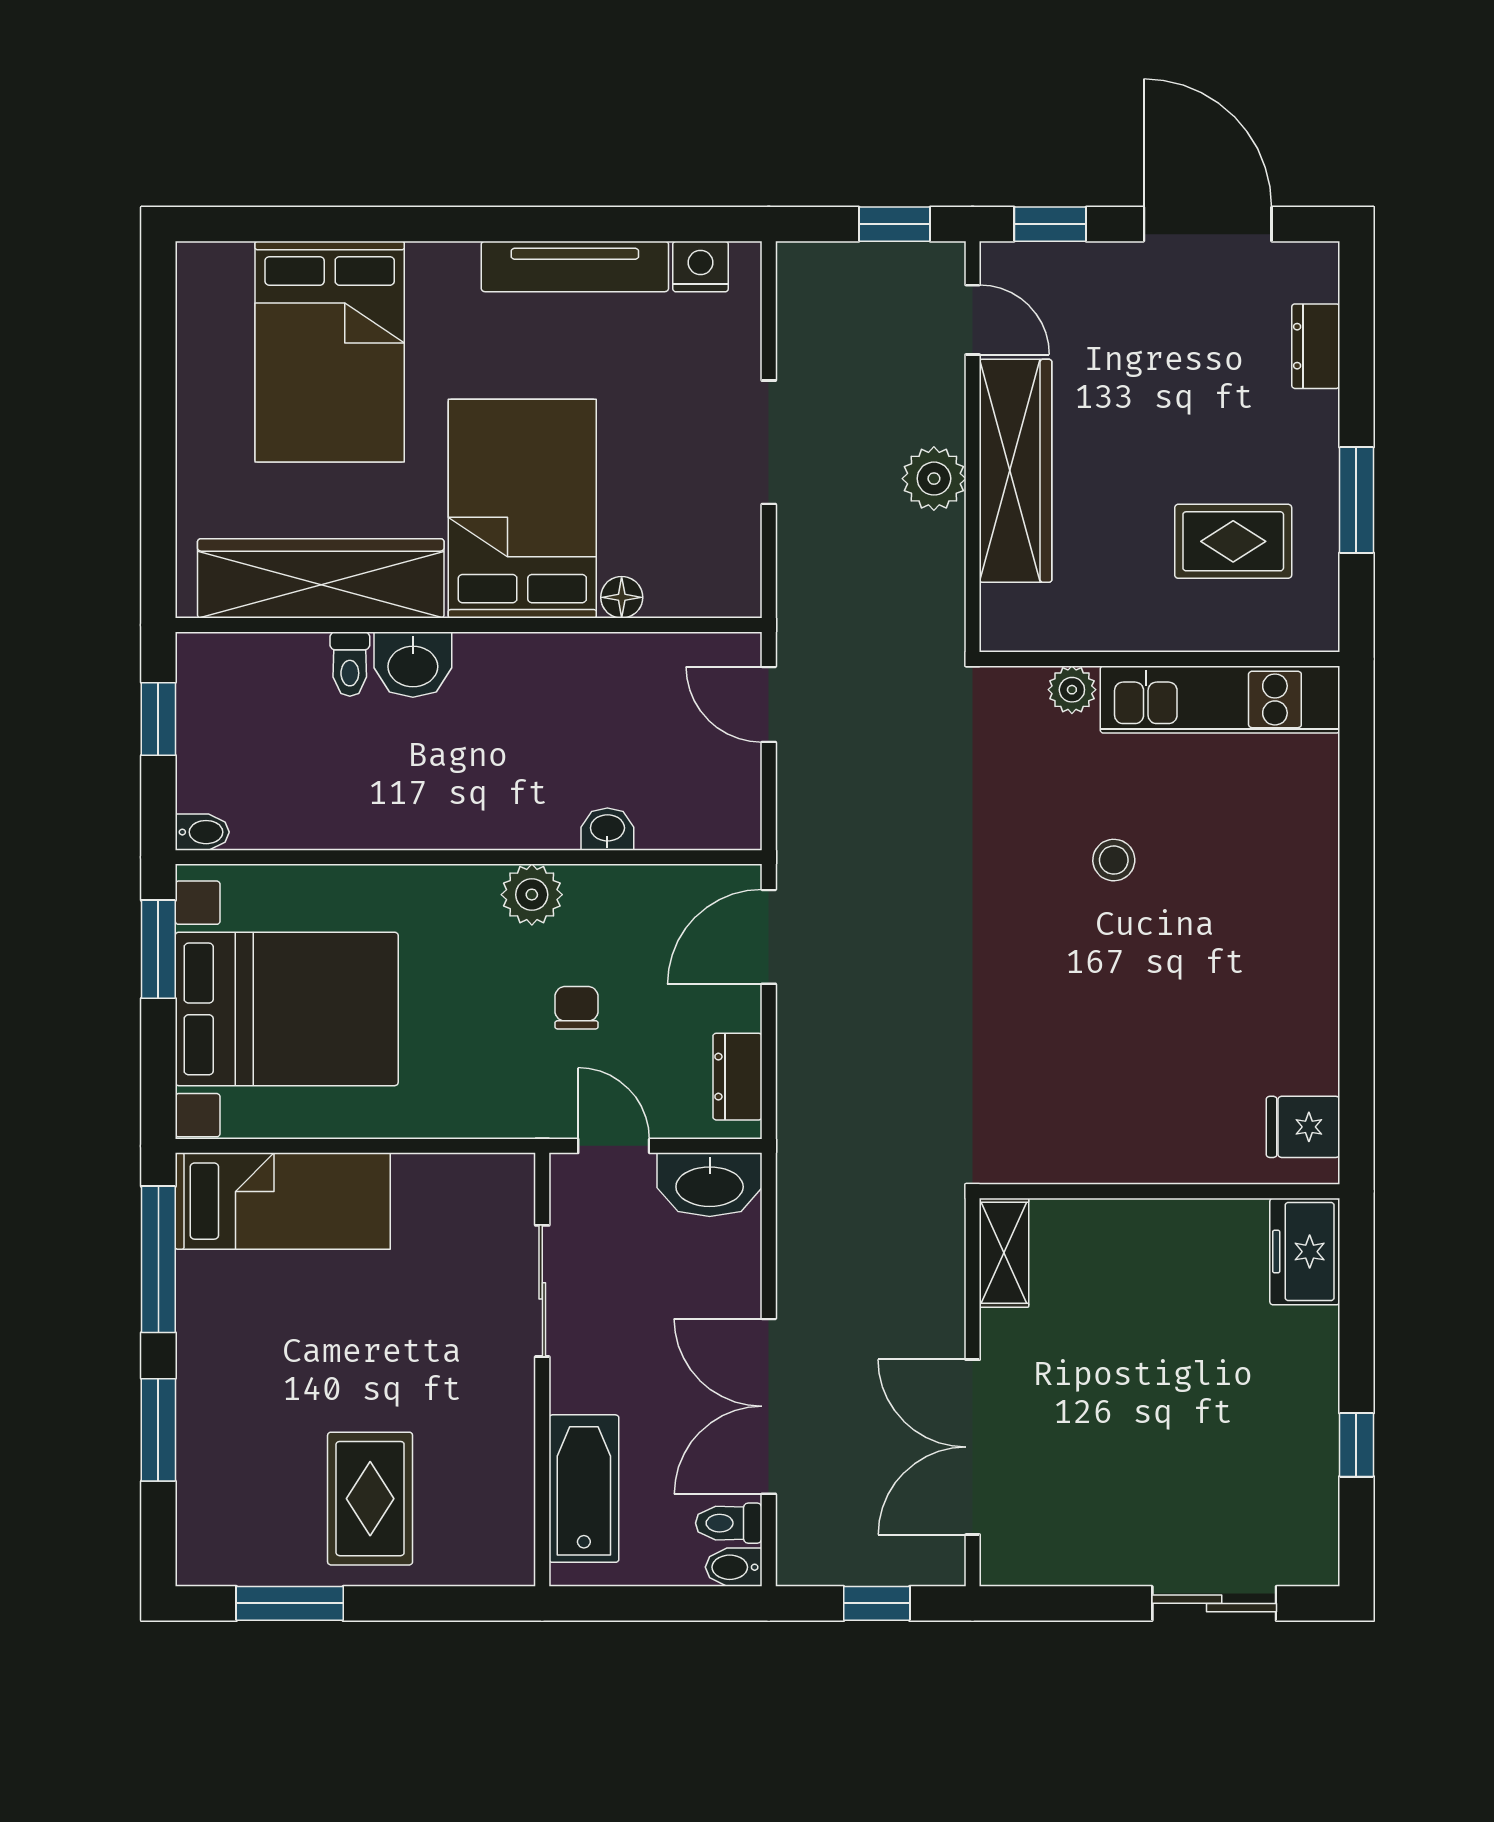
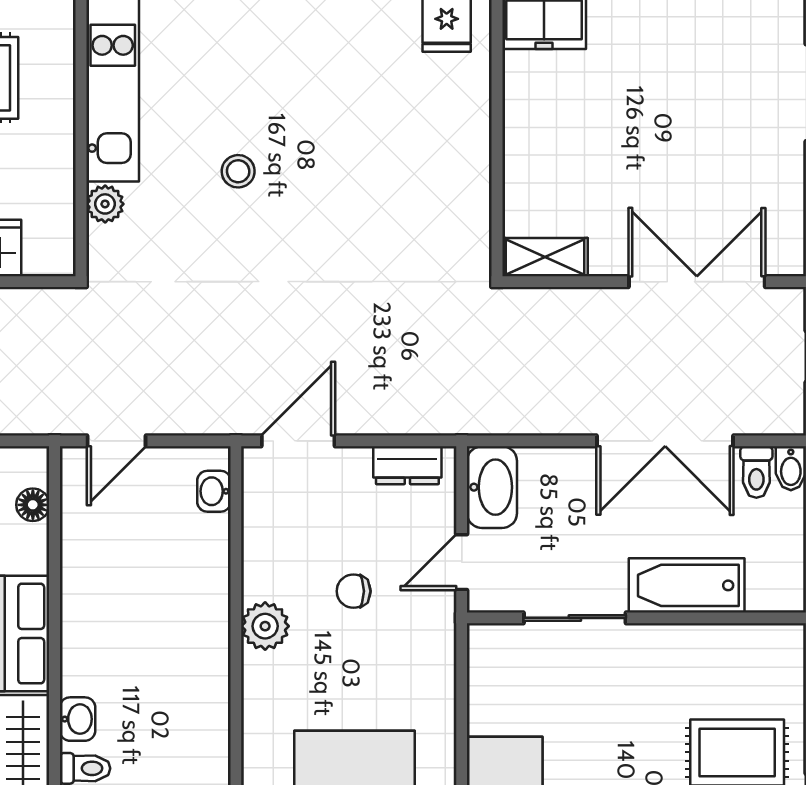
floor lamp: (622, 597) -> (33, 505), moved
washbasin: (413, 665) -> (77, 719), width x0.72, depth x0.69
washbasin: (607, 829) -> (214, 491), moved
door: (769, 937) -> (298, 441), swing flipped
double door: (973, 1447) -> (697, 282), swing flipped
bathtub: (584, 1489) -> (687, 585), moved

